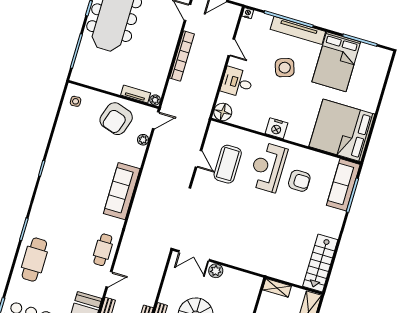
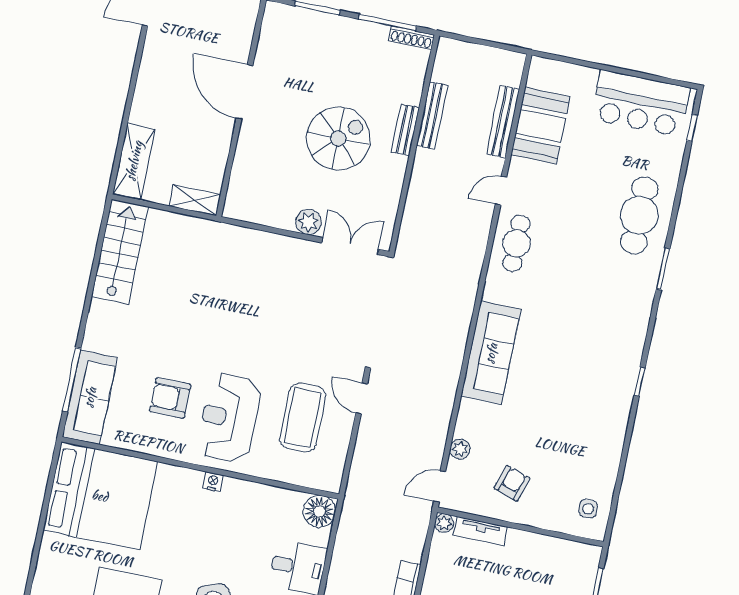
armchair: (116, 119) -> (512, 483), width x0.53, depth x0.53
nightstand: (277, 128) -> (213, 482), width x0.53, depth x0.56
door: (198, 159) -> (362, 398), moved
reception desk: (268, 167) -> (229, 418), turned 180

